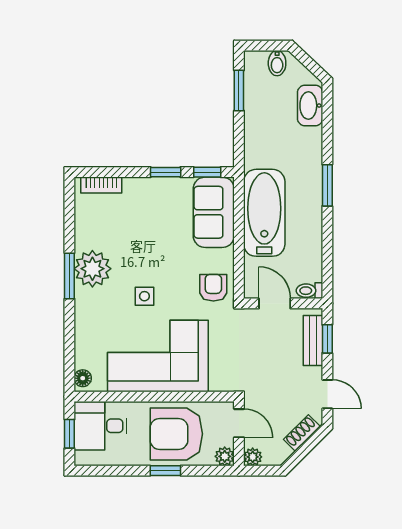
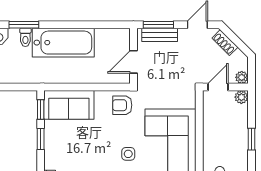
window: (327, 185) -> (24, 25), moved
bathtub: (264, 213) -> (63, 43), moved, turned 180
toilet: (309, 291) -> (25, 37), moved
window: (327, 339) -> (158, 25), width x1.50
armchair: (176, 434) -> (226, 131), removed

